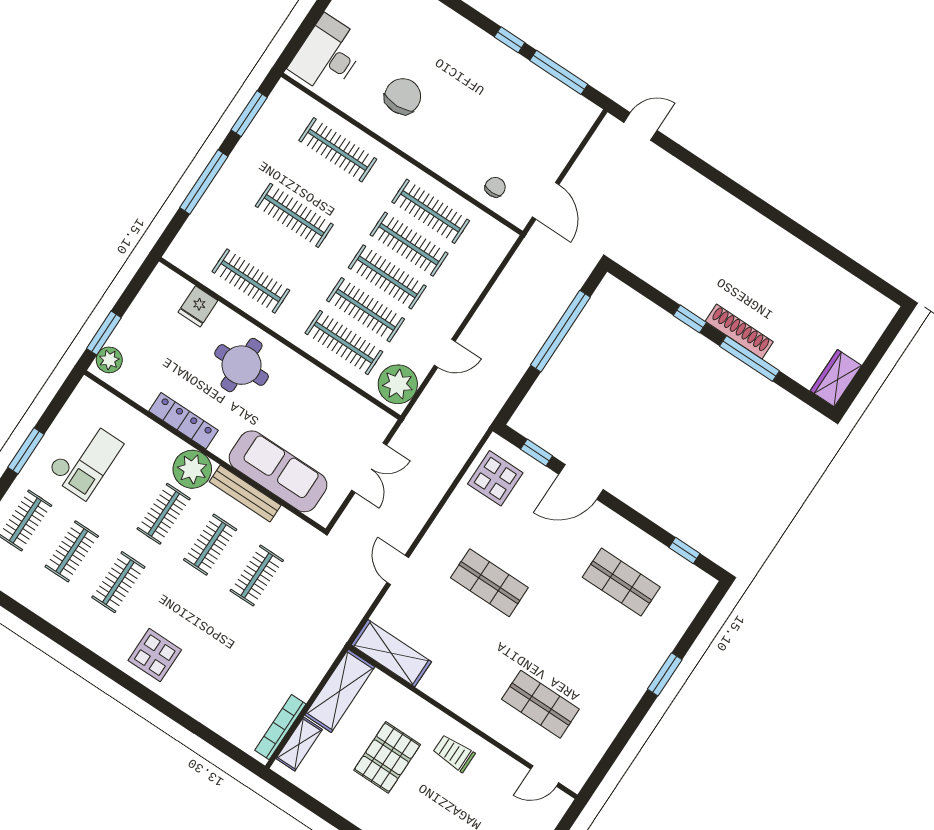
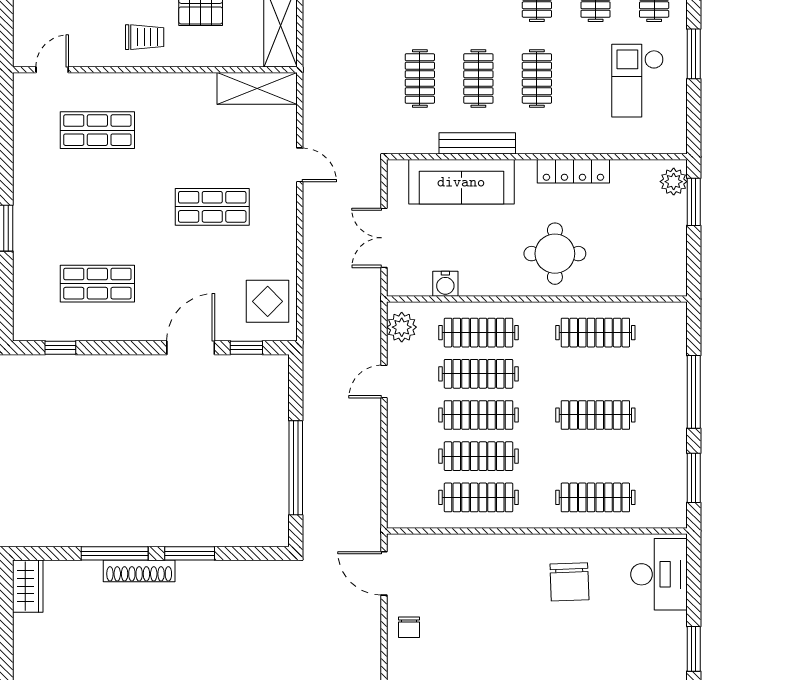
chair: (495, 187) -> (409, 627), moved
fridge: (198, 306) -> (627, 280), removed
window: (690, 319) -> (190, 553), width x1.50
plant: (398, 384) -> (402, 327), width x0.73, depth x0.73
water cooler: (345, 399) -> (445, 284), added
plant: (192, 469) -> (538, 134), removed

